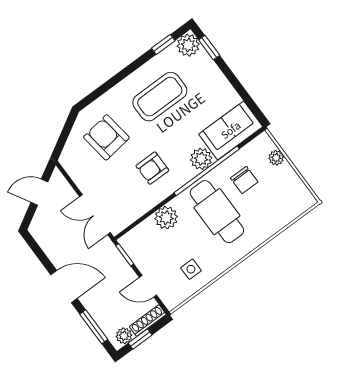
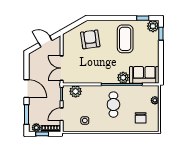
coffee table: (160, 97) -> (125, 39), turned 90
armchair: (152, 168) -> (100, 66), removed
chair: (244, 180) -> (141, 118), moved
cafe table: (217, 212) -> (113, 105), width x0.73, depth x0.74
plant: (166, 218) -> (76, 91), moved
door: (148, 286) -> (62, 114), hinge flipped

